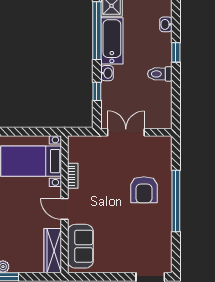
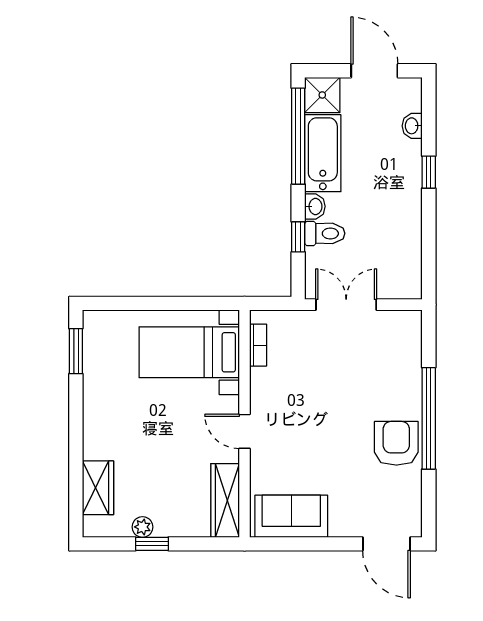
toilet: (160, 74) -> (325, 233), moved, turned 180
bookcase: (73, 176) -> (258, 345), moved
armchair: (144, 190) -> (396, 443), moved, turned 180
sofa: (80, 246) -> (291, 516), moved, turned -90

